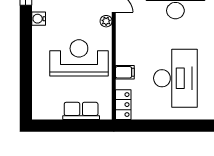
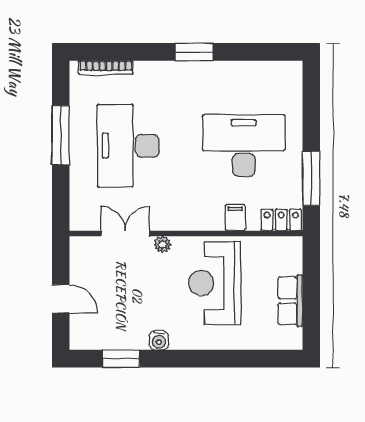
row of seats: (81, 111) -> (290, 301), moved
window: (152, 126) -> (311, 178), added

